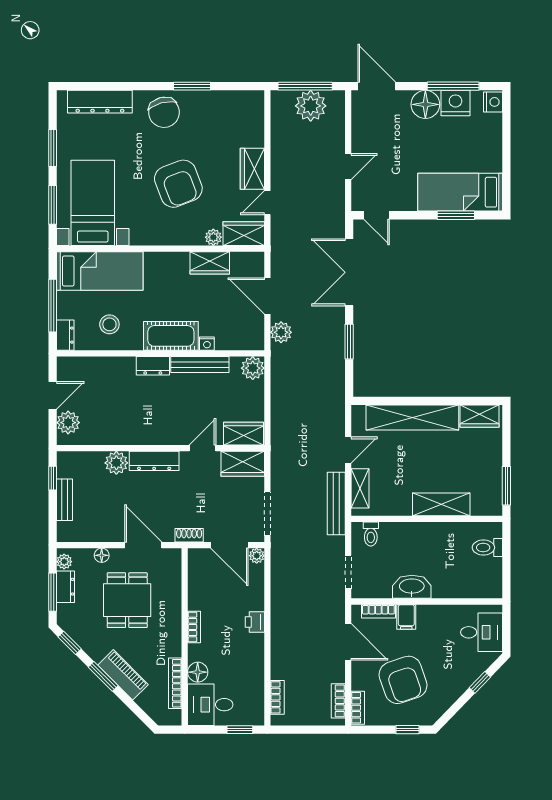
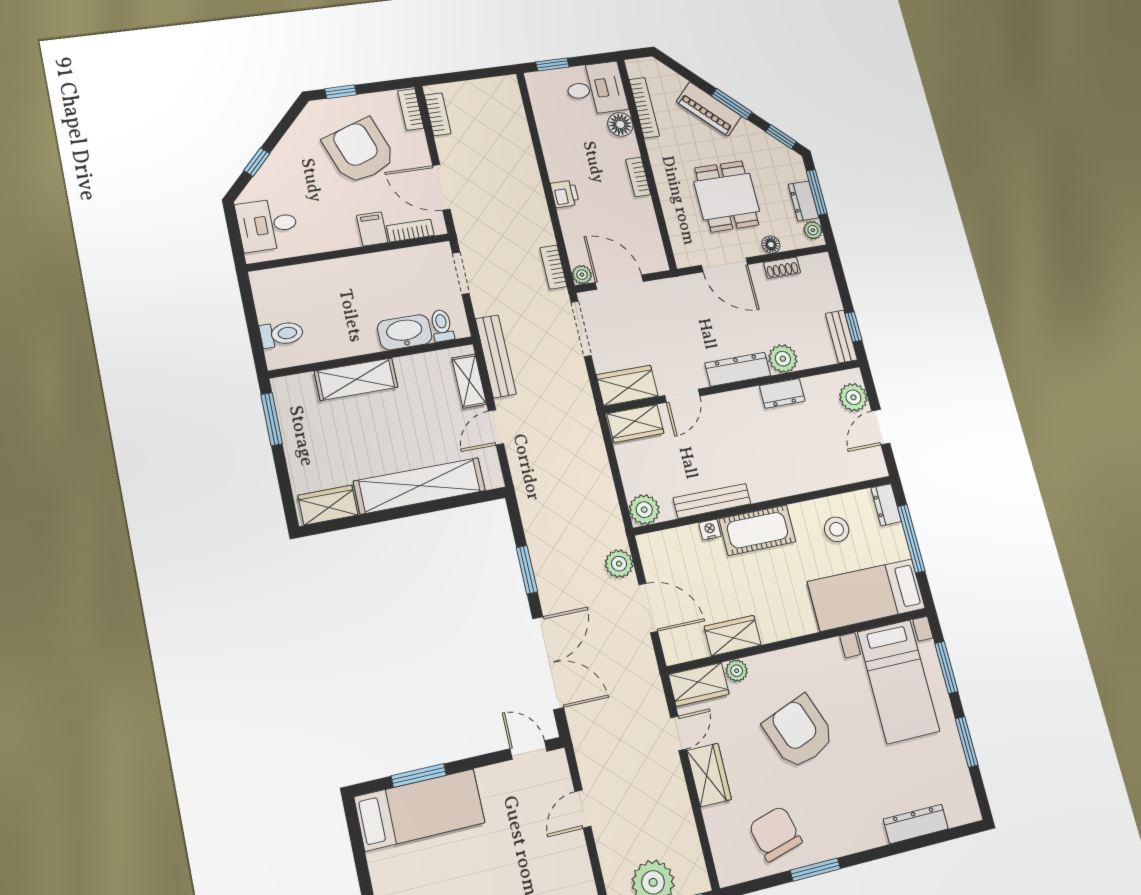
dresser: (100, 102) -> (916, 824), width x0.73, depth x0.80
chair: (164, 112) -> (775, 834), moved
dresser: (153, 366) -> (782, 393), moved, turned 180
bench: (65, 500) -> (841, 337), moved
shoe rack: (189, 535) -> (782, 268), moved
washbasin: (412, 587) -> (405, 332), moved, turned 180
bookcase: (277, 697) -> (553, 267), moved

